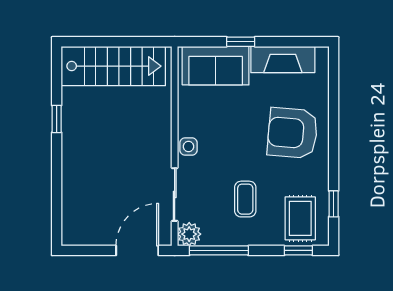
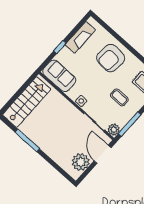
sofa: (216, 66) -> (59, 76), moved, turned -90
window: (57, 119) -> (27, 140), width x2.17
plant: (96, 228) -> (81, 162), added

